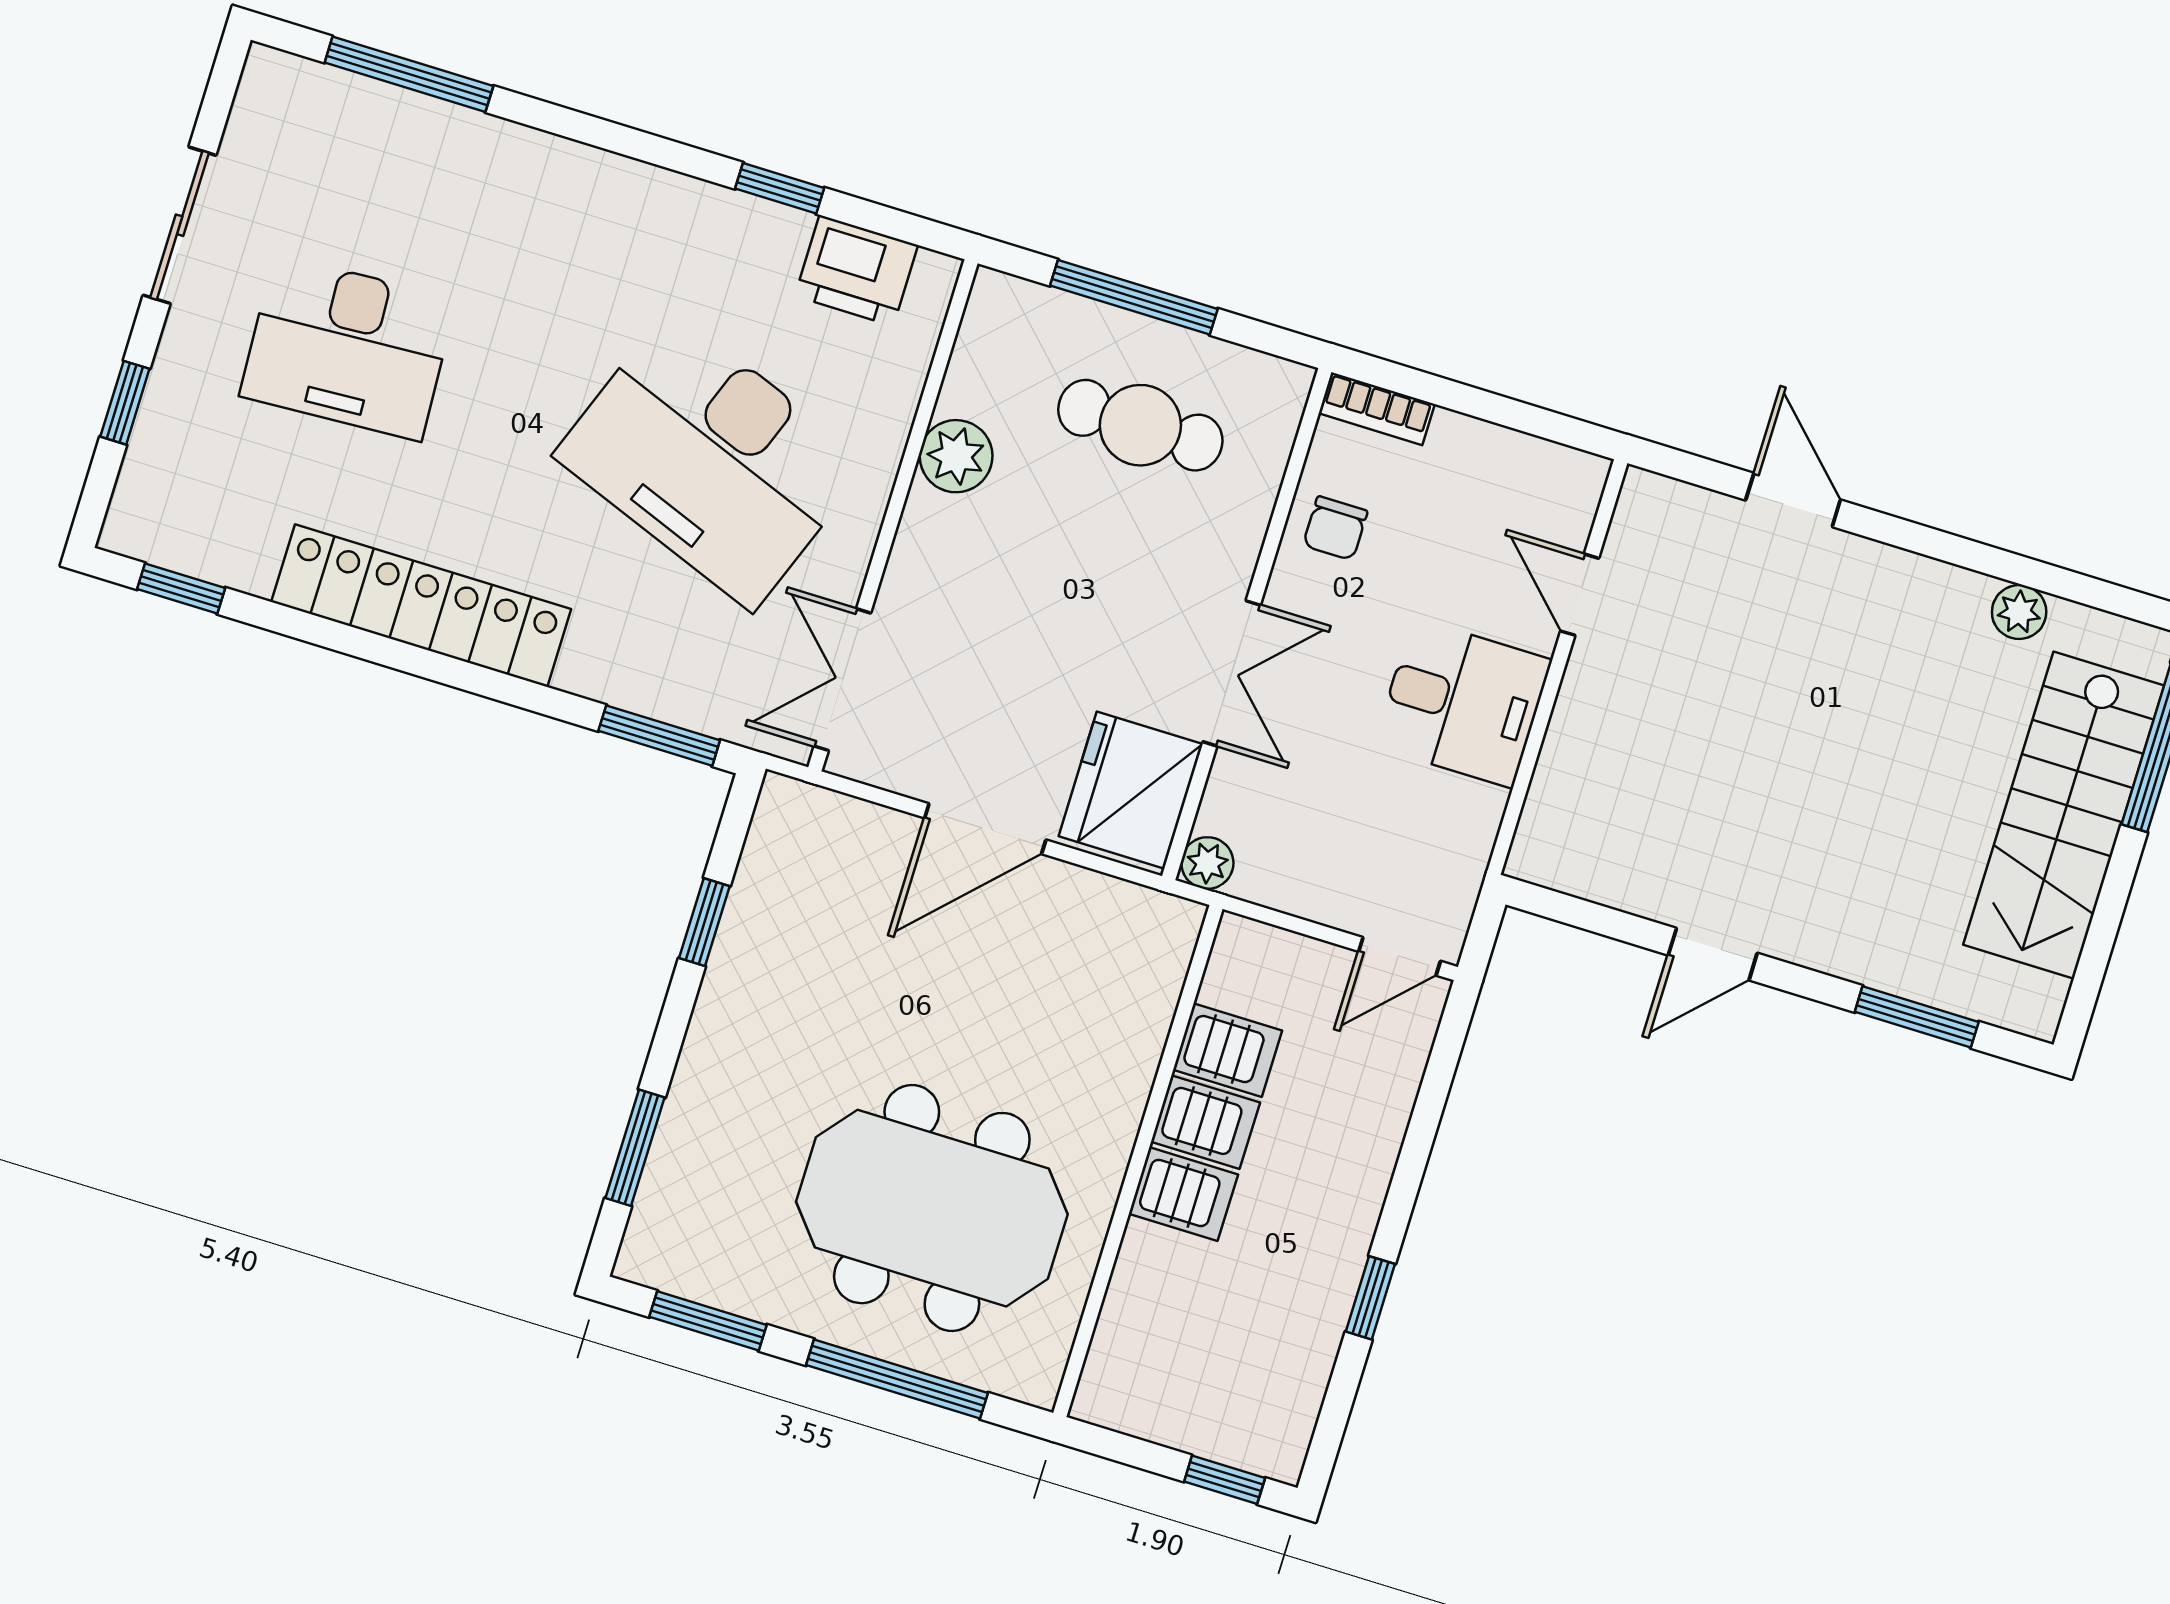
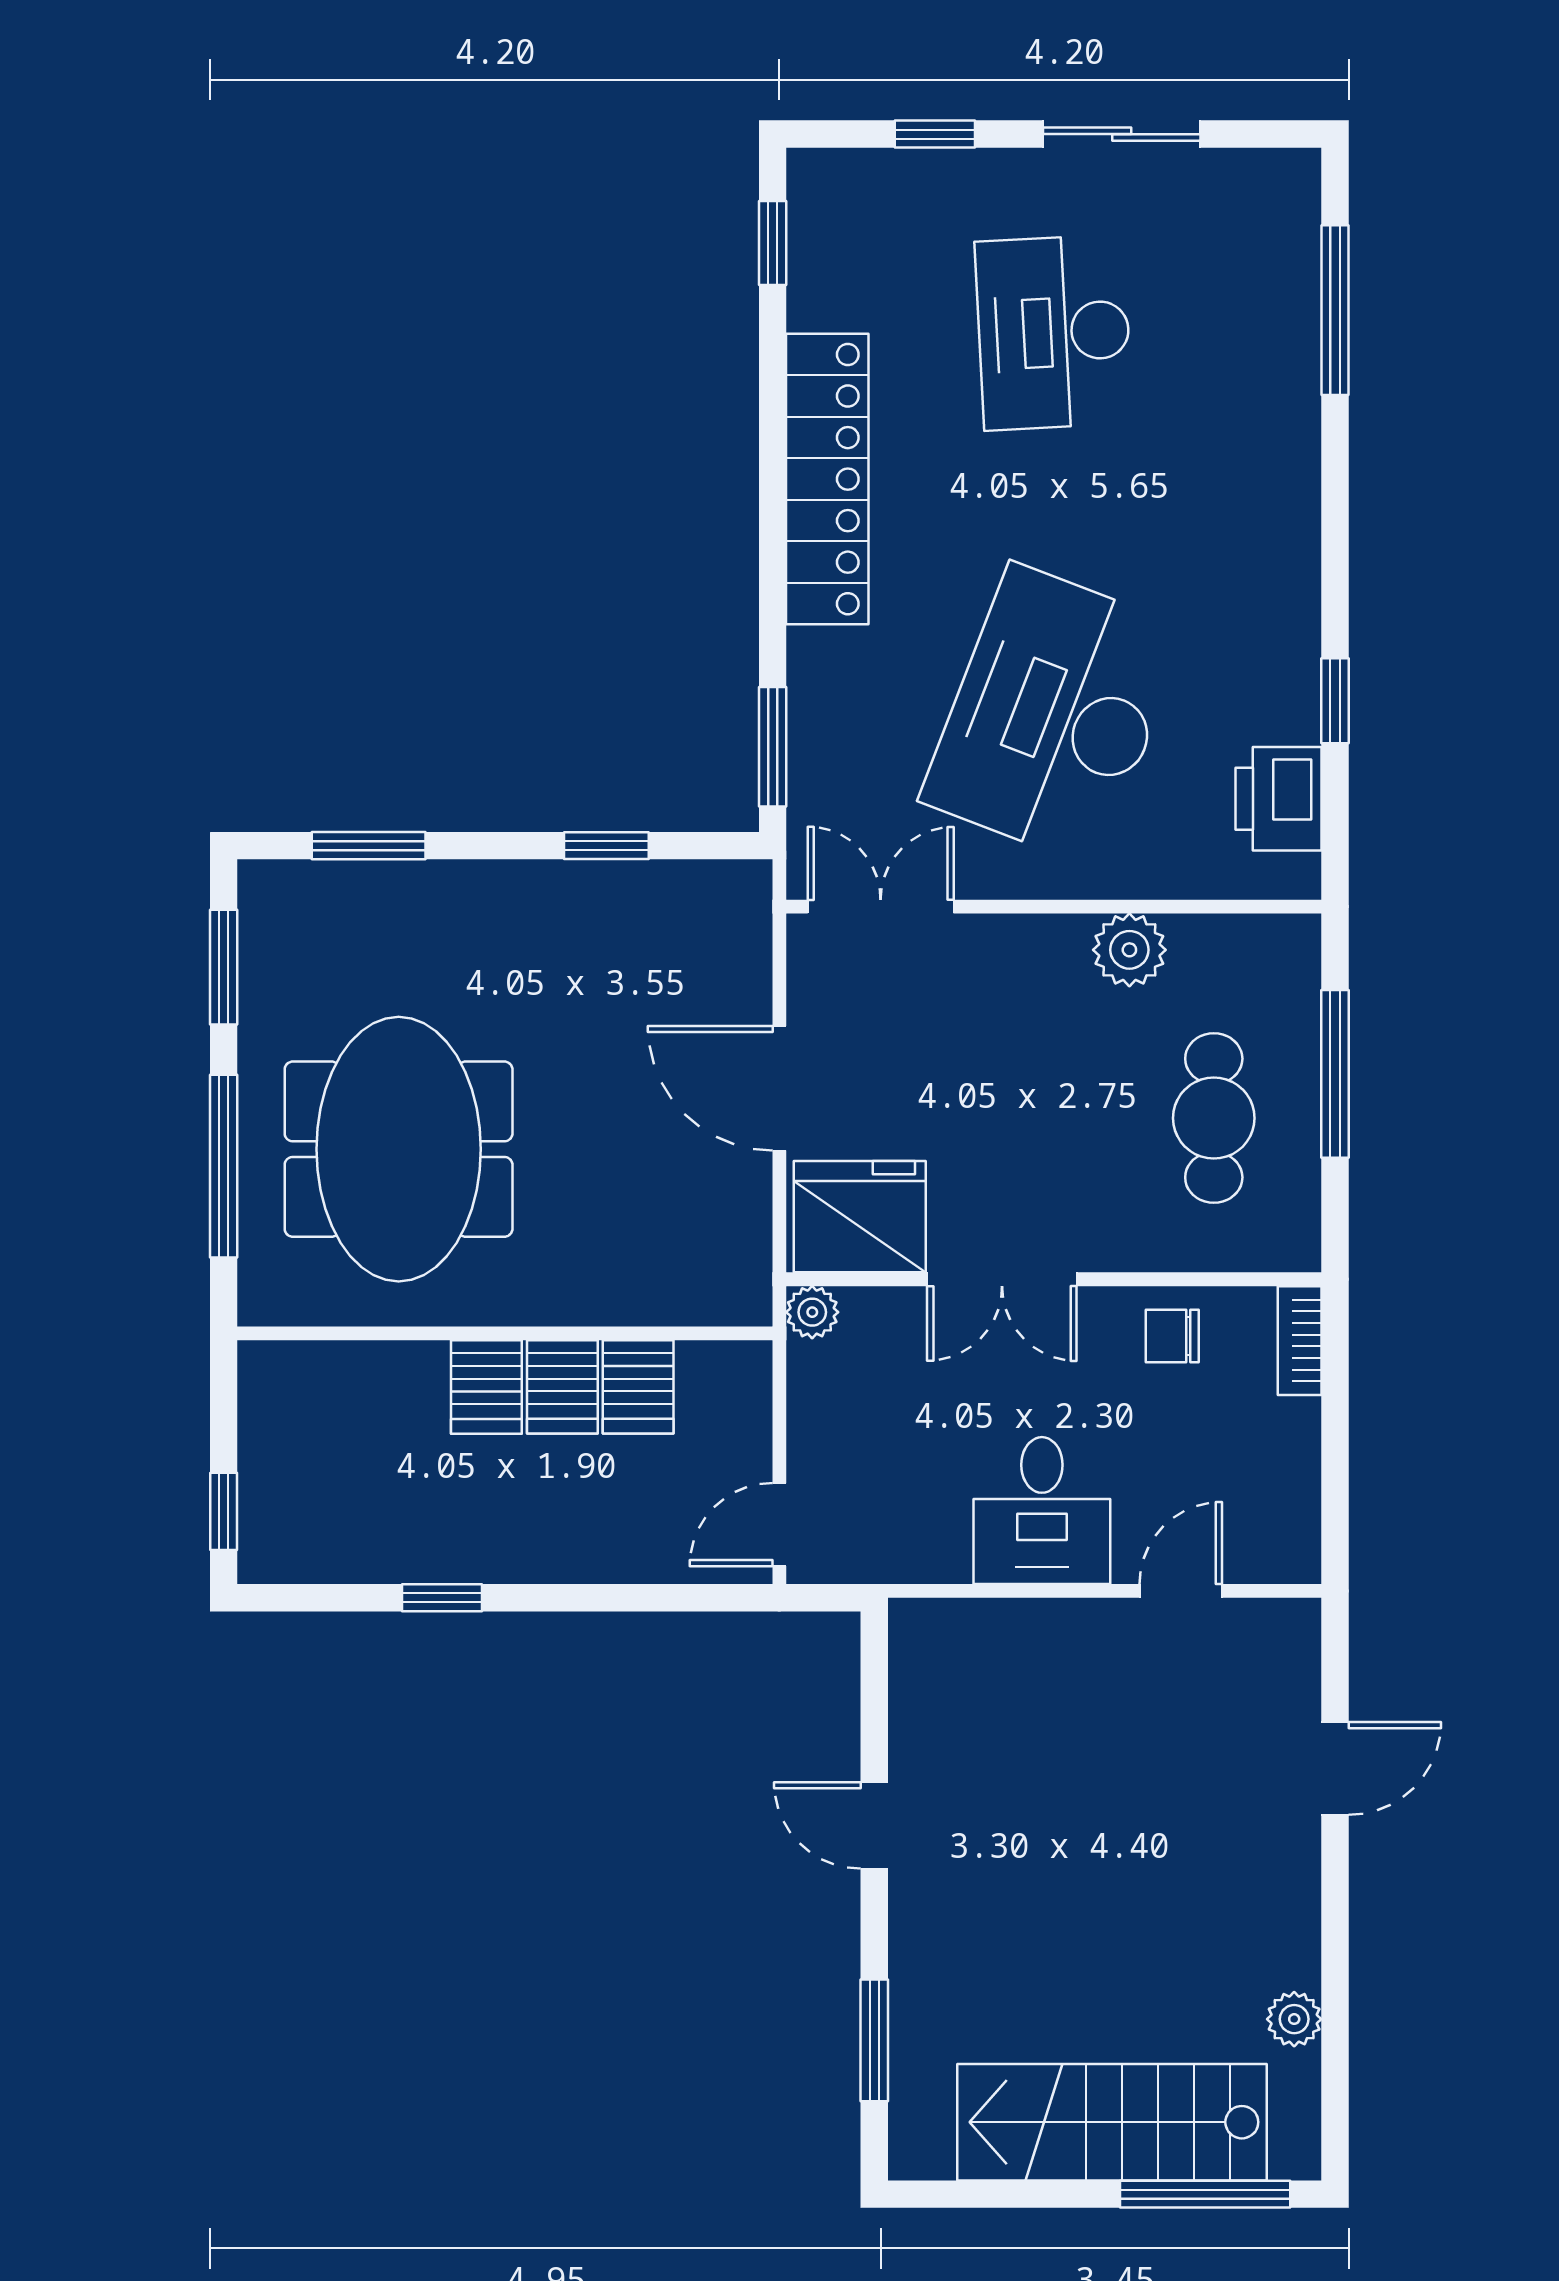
door: (1399, 956) -> (779, 1525), hinge flipped

